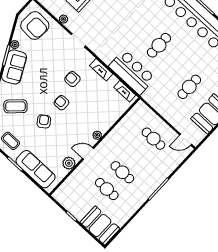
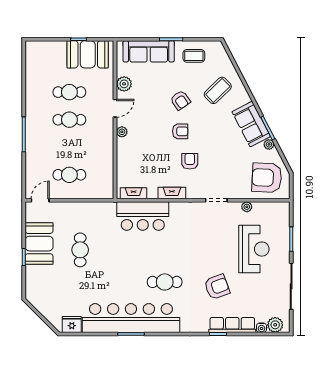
cafe table: (159, 45) -> (165, 282), moved, turned 90
armchair: (72, 79) -> (190, 161), turned -90
booth: (100, 226) -> (88, 54), moved

